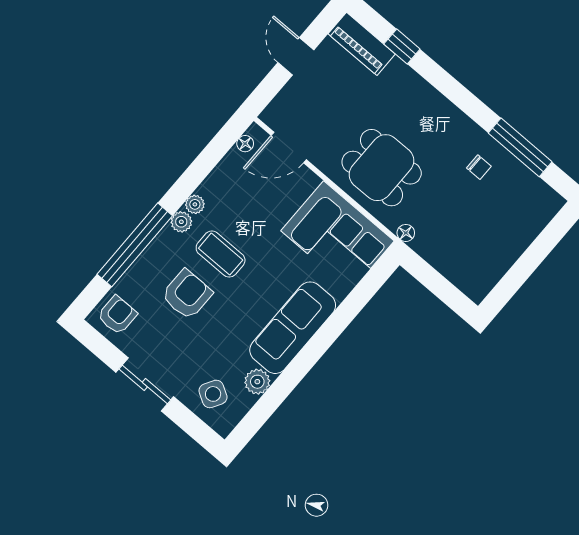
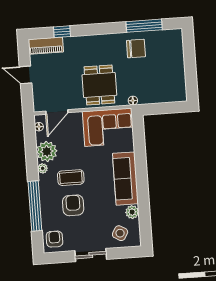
chair: (479, 167) -> (136, 49), width x1.87, depth x1.87
dining table: (382, 168) -> (99, 85), turned 90
plant: (181, 222) -> (47, 151), moved, width x1.88, depth x1.88

